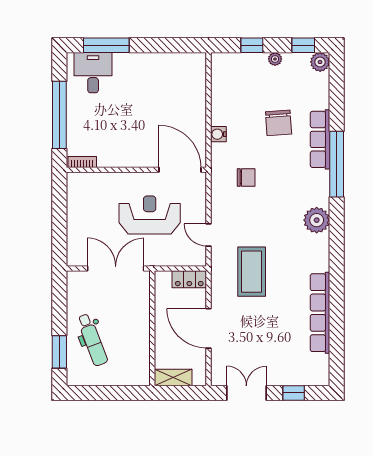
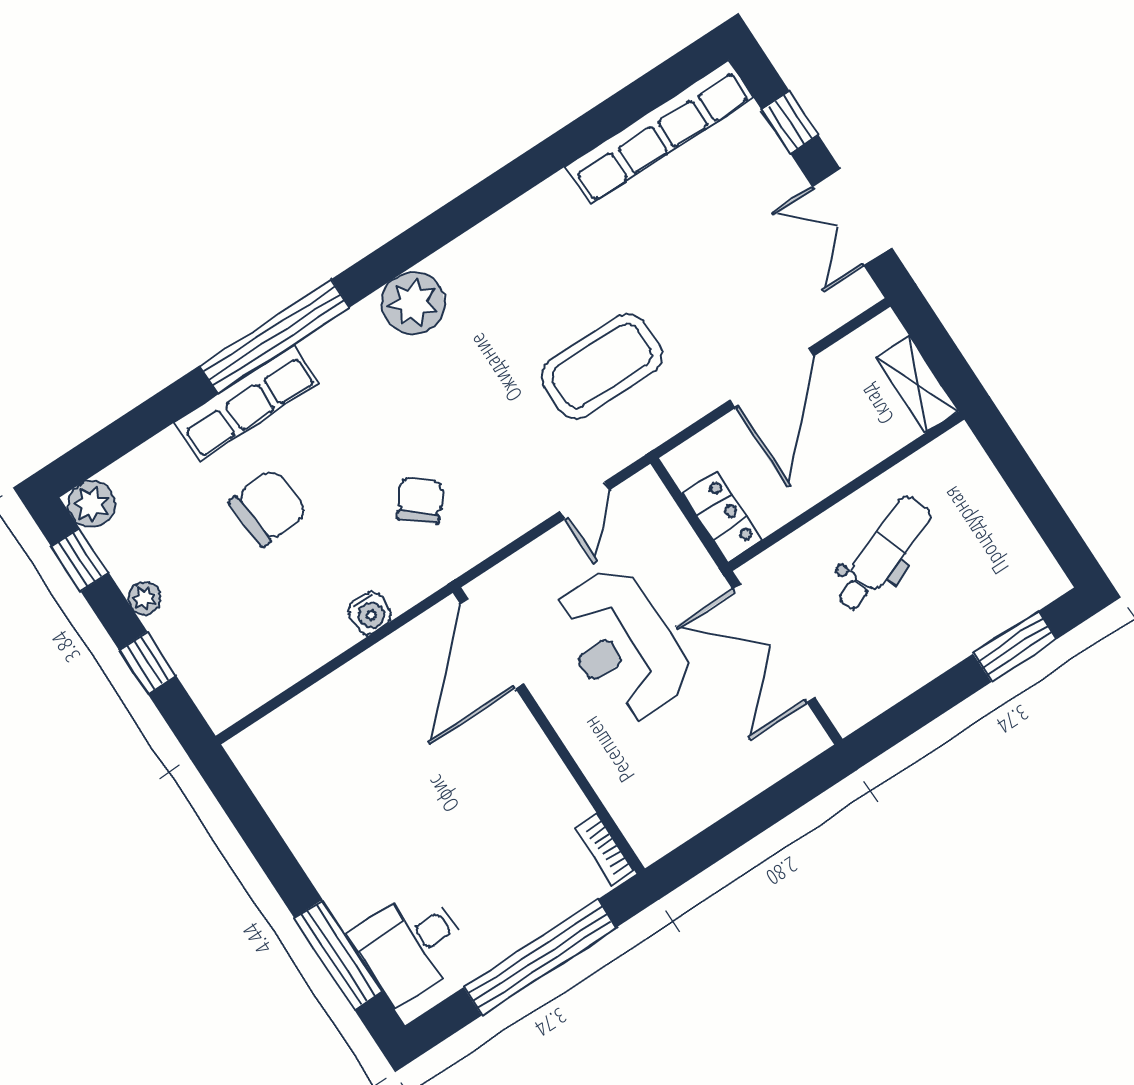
chair: (246, 178) -> (420, 501), turned 40
locker: (189, 279) -> (722, 517), moved
row of seats: (320, 313) -> (660, 132), moved
dental chair: (92, 340) -> (883, 554), moved

